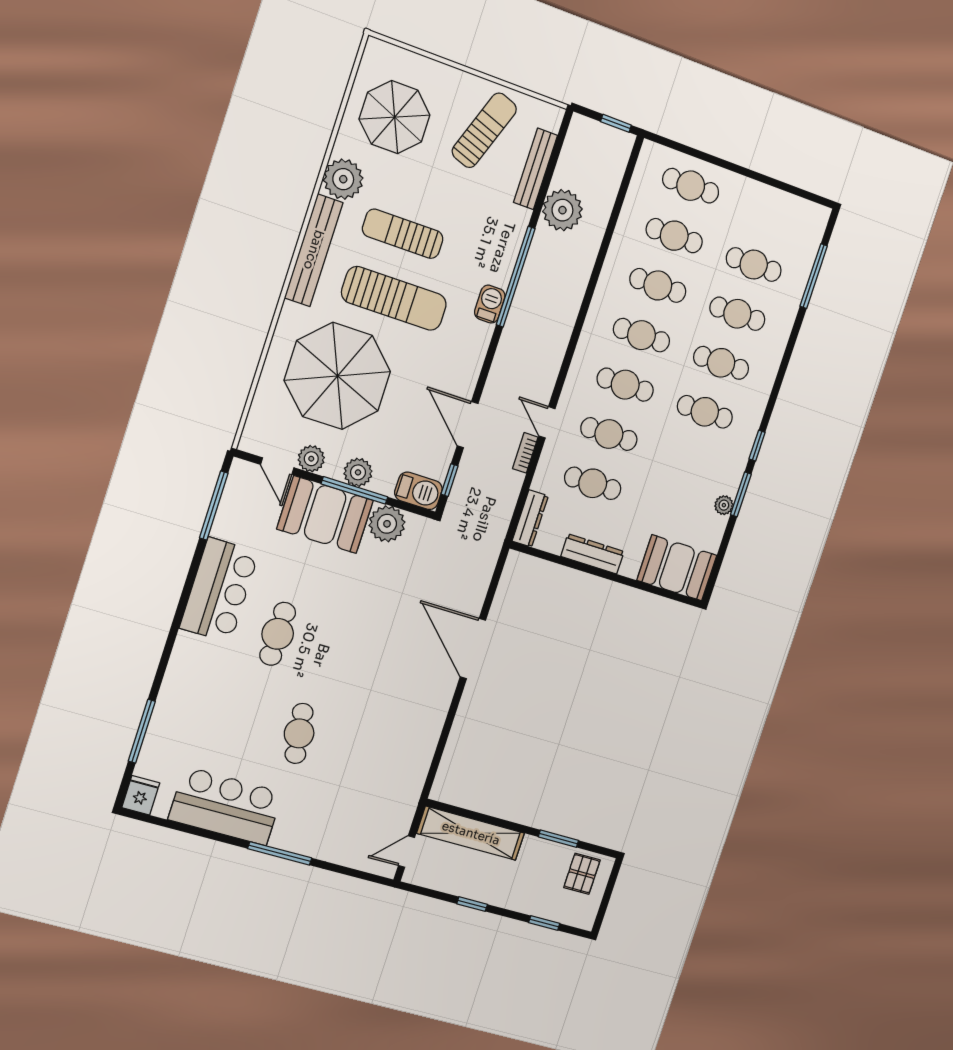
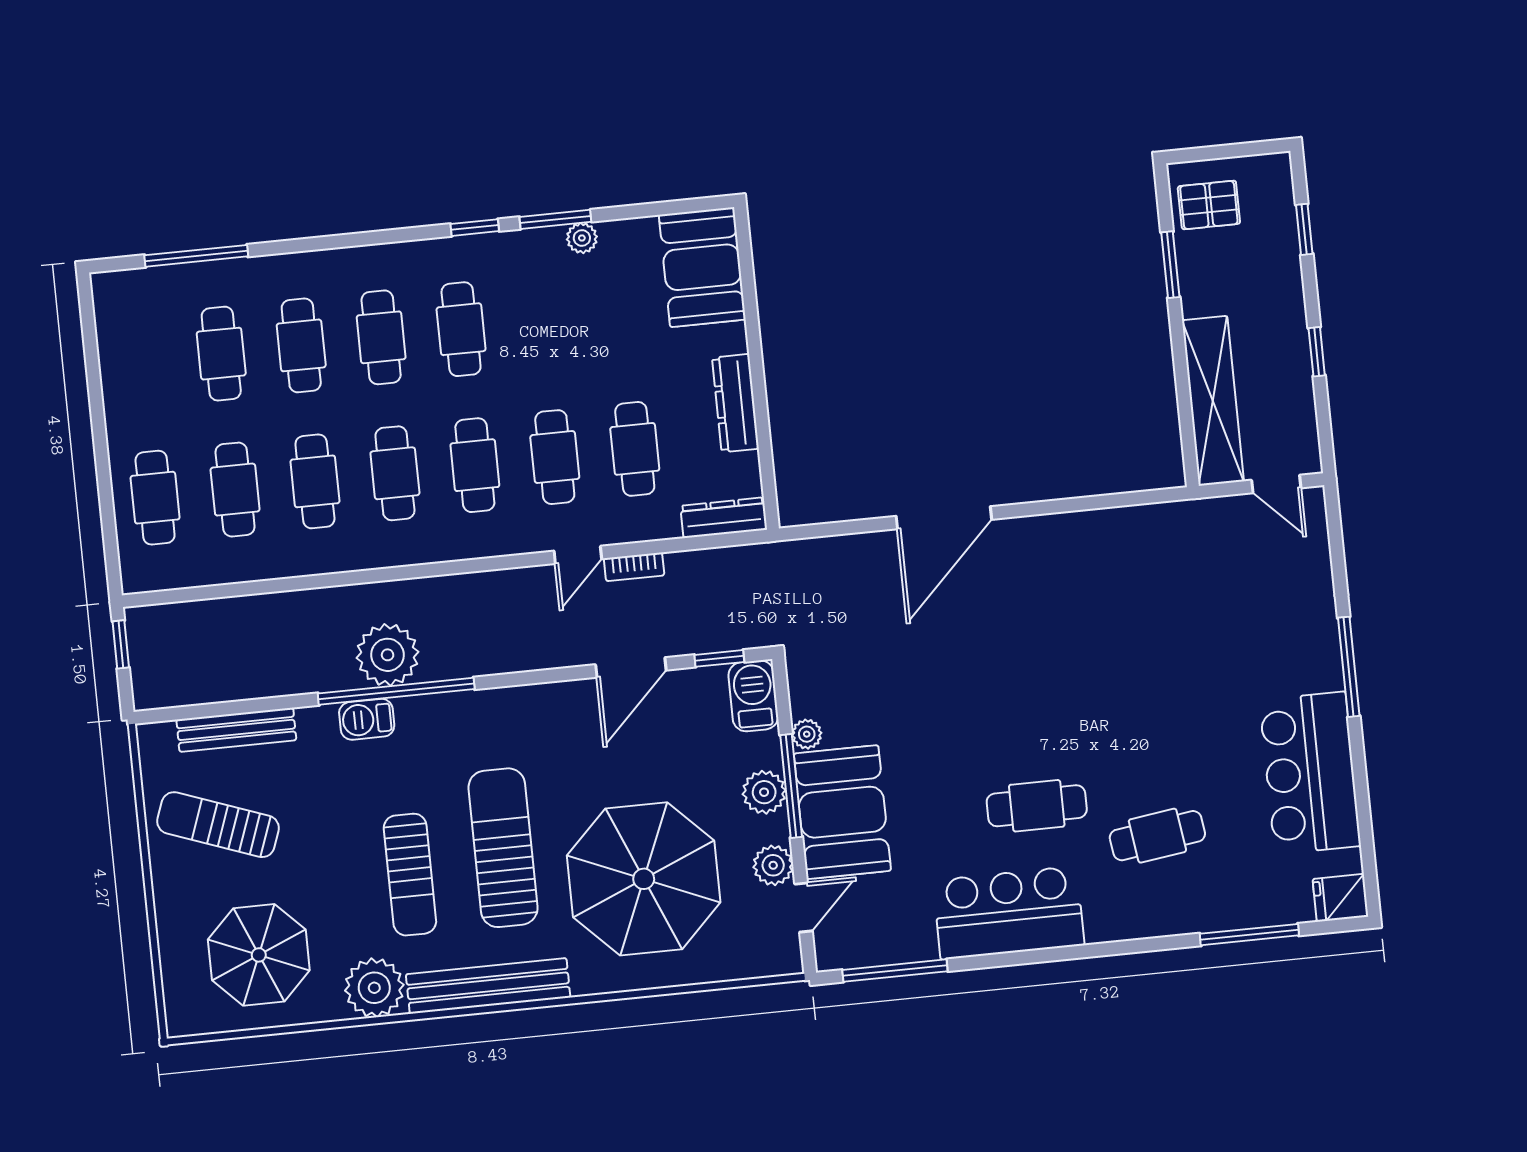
plant: (562, 210) -> (388, 655), moved
barbecue: (490, 304) -> (367, 719), moved
plant: (387, 524) -> (807, 734), width x0.53, depth x0.53
cafe table: (299, 733) -> (1157, 836), moved

